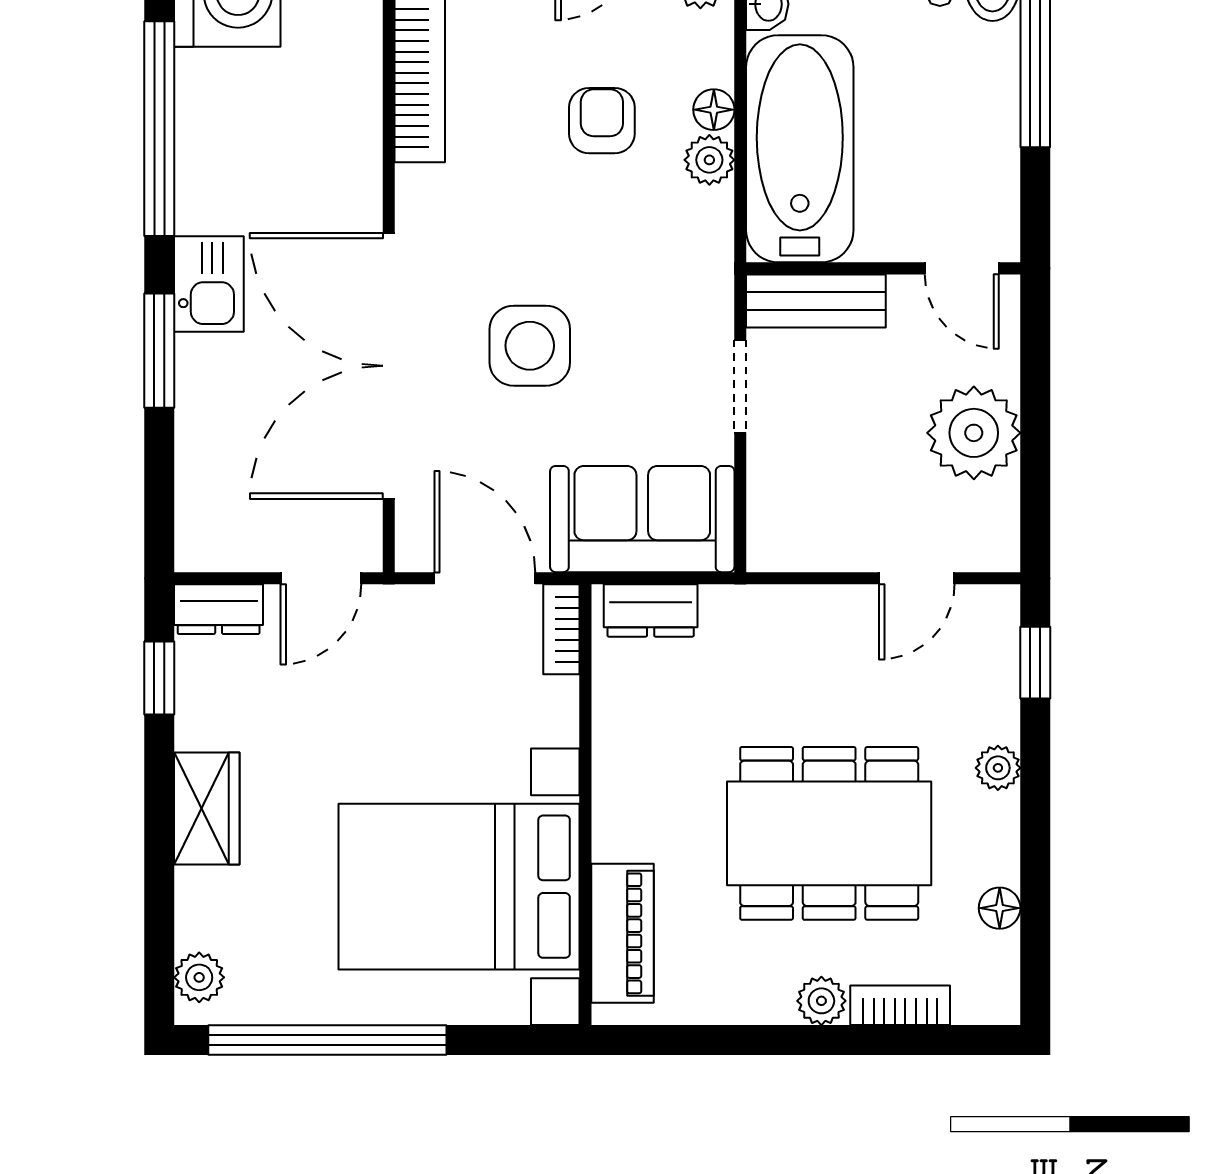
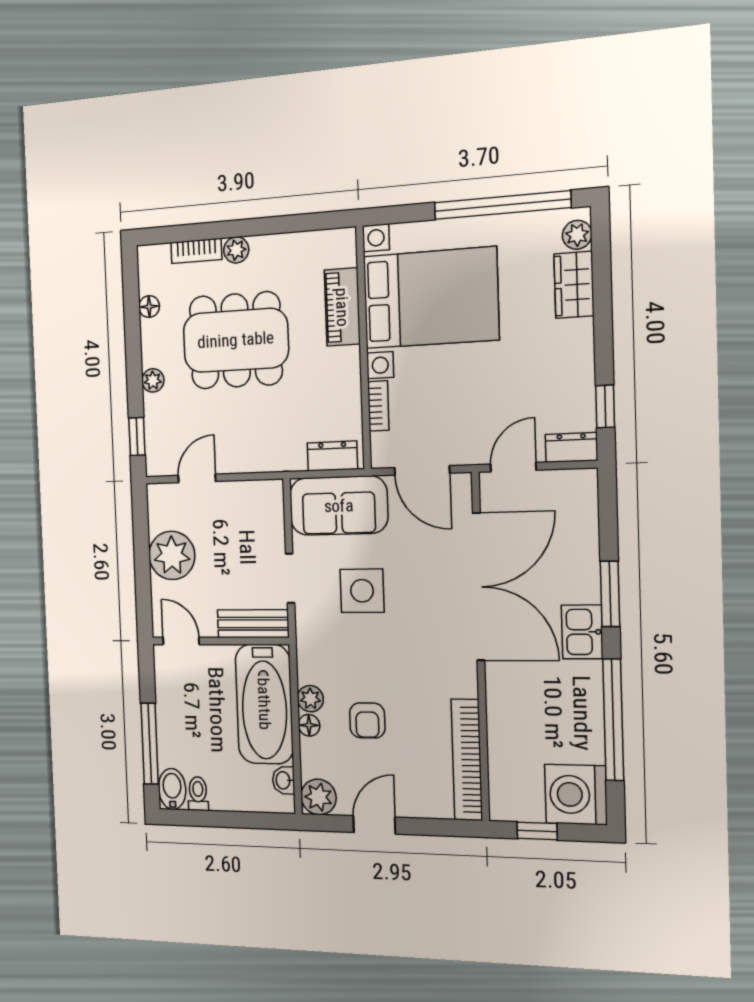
side table: (530, 346) -> (362, 591), moved
bookcase: (561, 629) -> (378, 406), moved
wardrobe: (207, 809) -> (574, 285), moved
piano: (622, 933) -> (342, 307), moved

